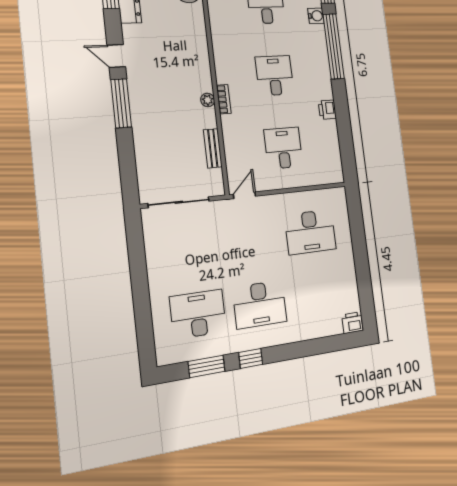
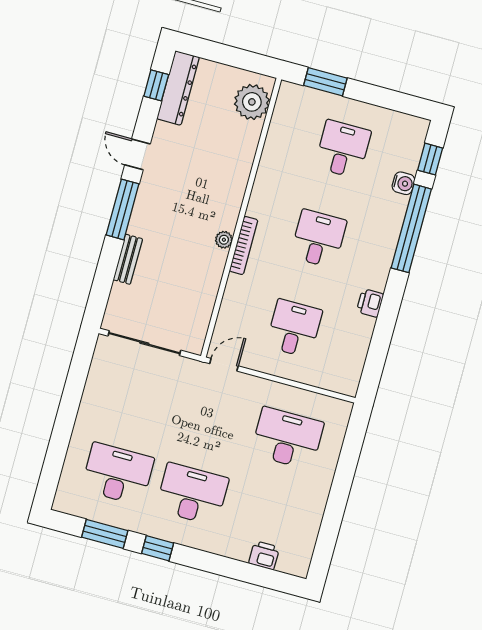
bookcase: (224, 99) -> (244, 245), width x1.56
bench: (213, 148) -> (128, 259), moved
desk: (310, 232) -> (287, 438), turned 180
desk: (260, 304) -> (192, 494), turned 180
printer: (352, 323) -> (264, 555), moved

